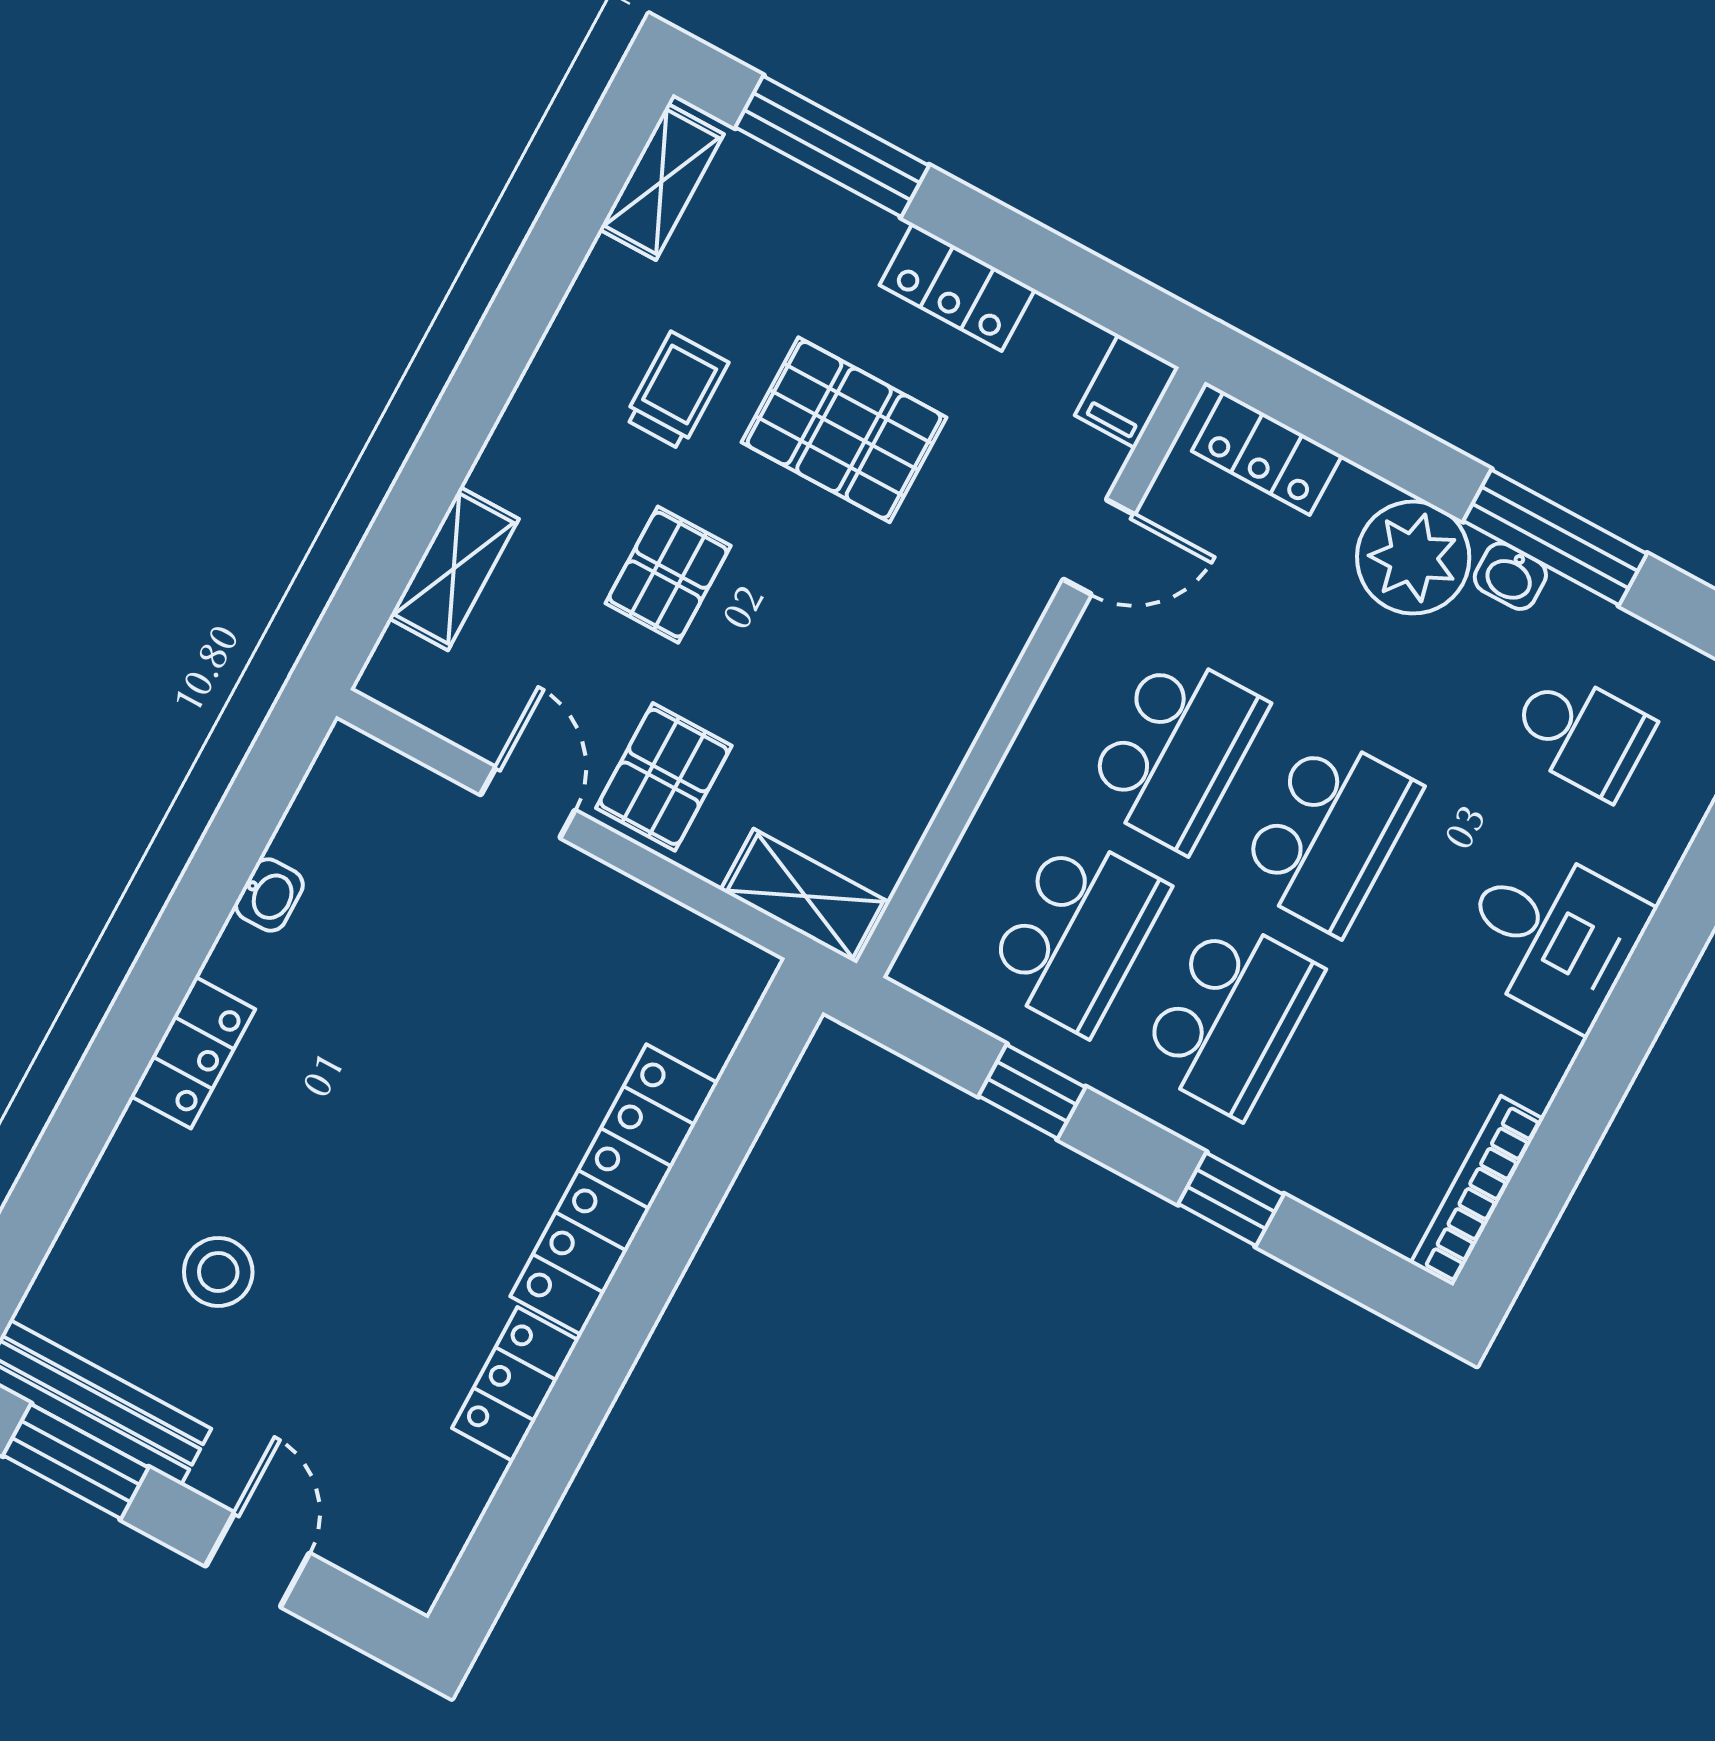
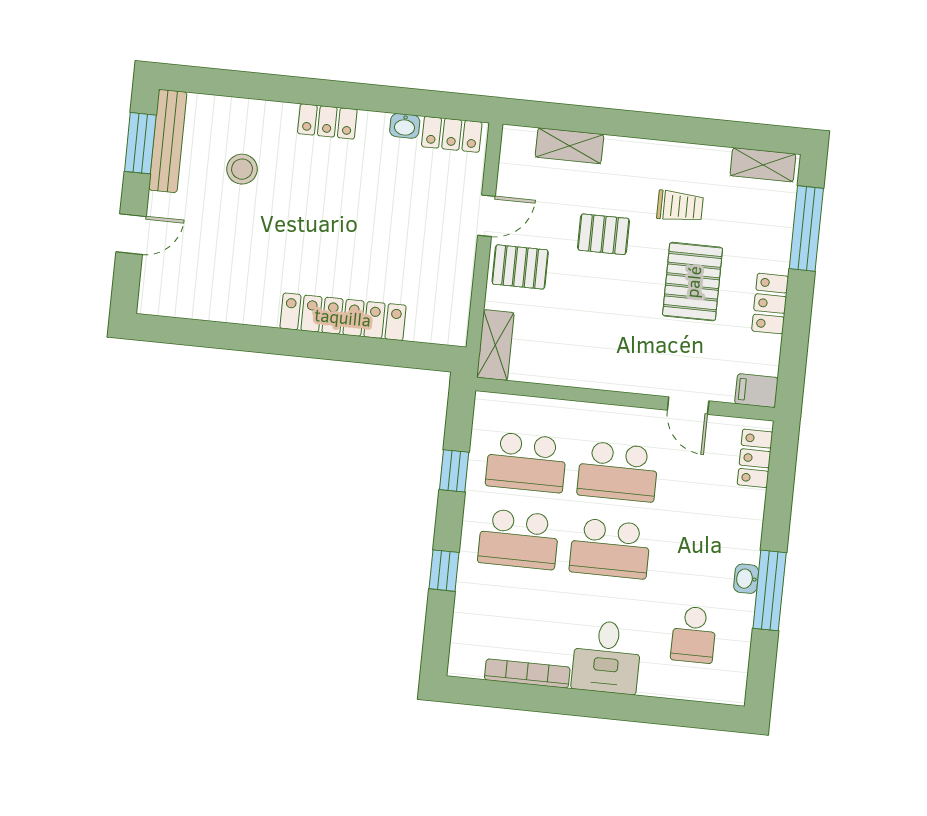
plant: (1413, 558) -> (737, 536), removed
bookcase: (1477, 1191) -> (527, 674), moved
locker: (515, 1384) -> (452, 134), moved, turned 180

